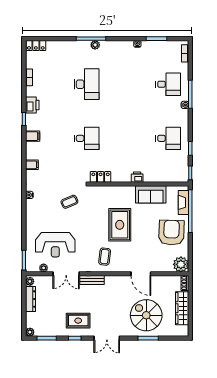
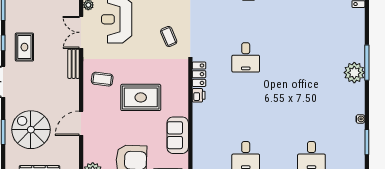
plant: (95, 45) -> (354, 73), width x1.87, depth x1.87
desk: (87, 84) -> (311, 57), removed
printer: (137, 177) -> (199, 95), moved
spiral stairs: (146, 315) -> (31, 130), turned -90

